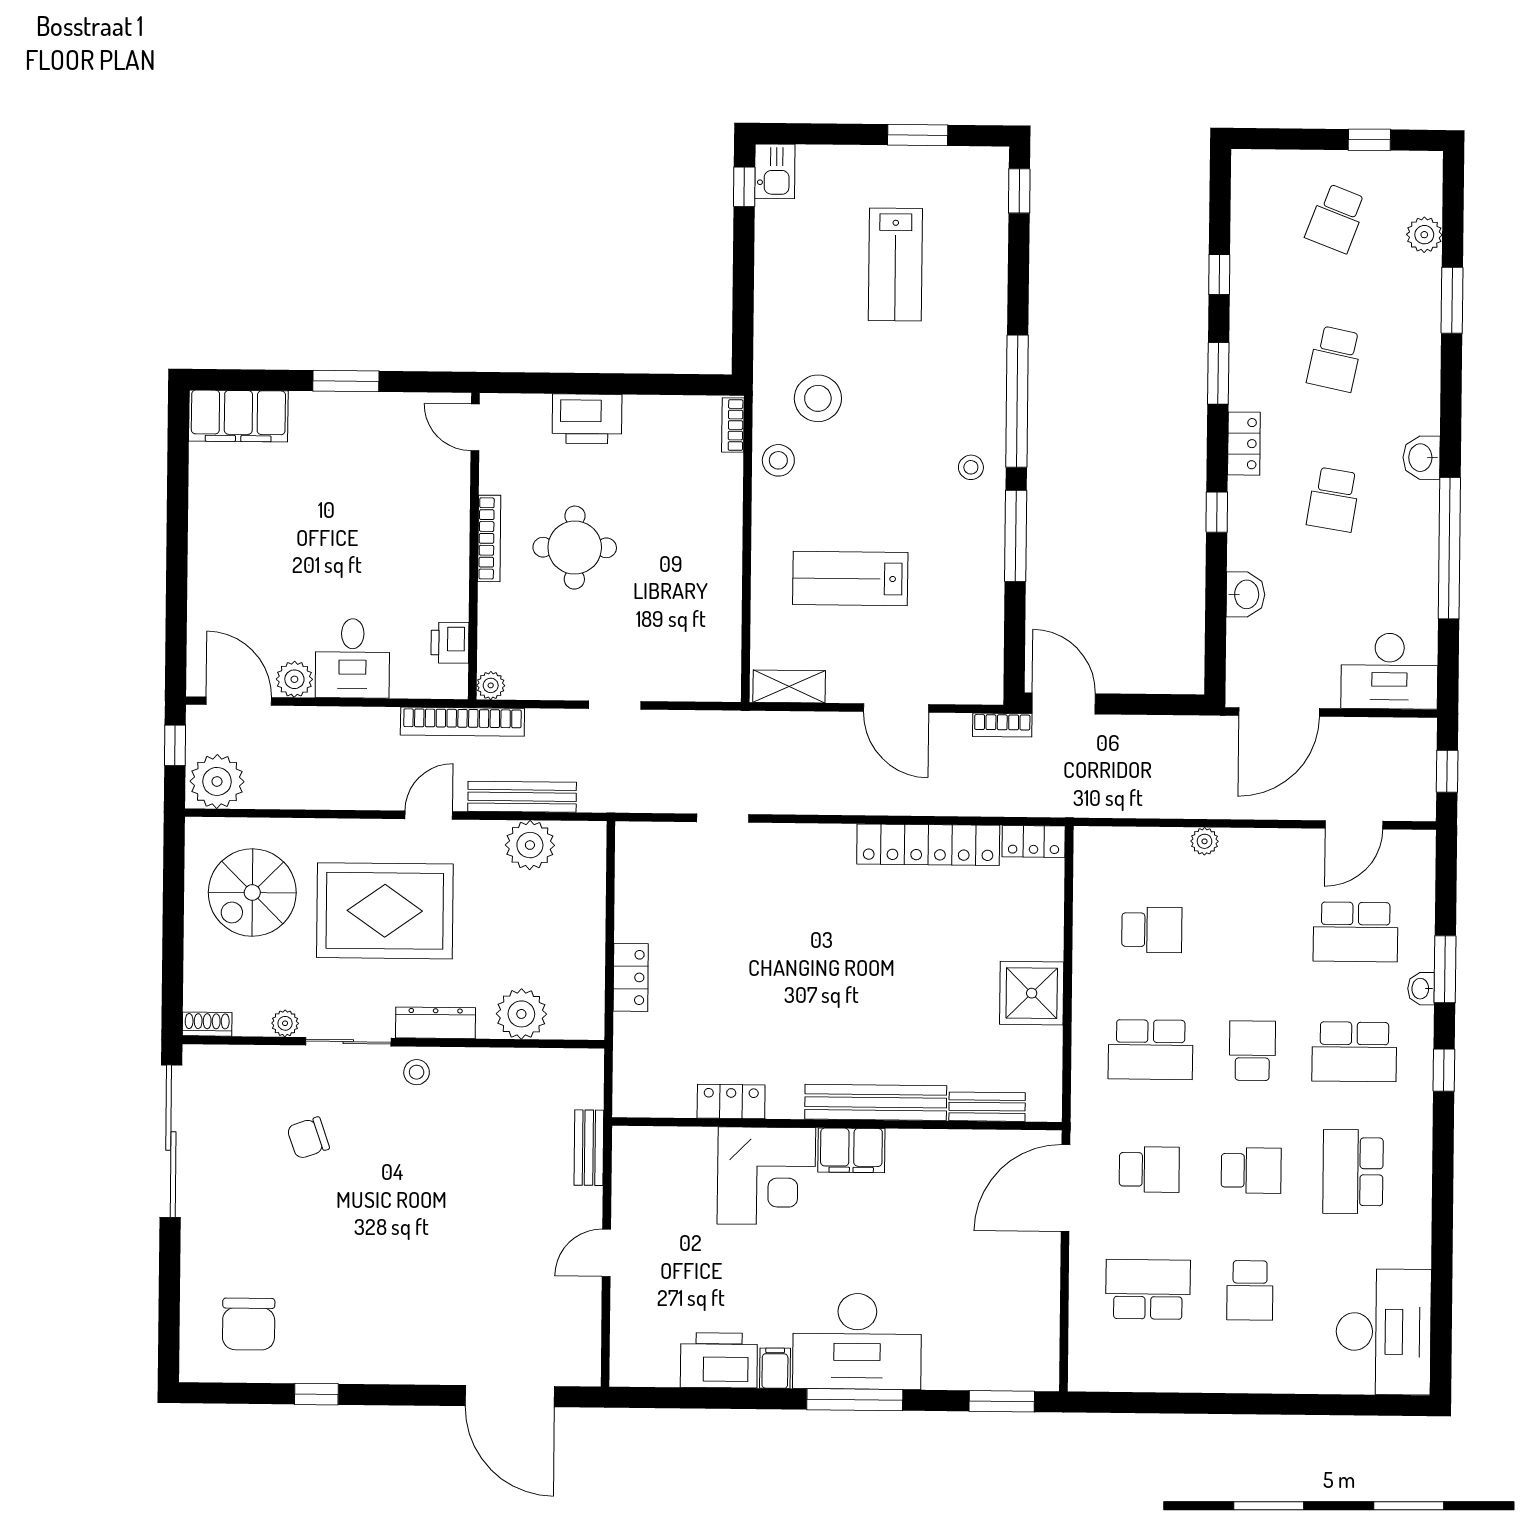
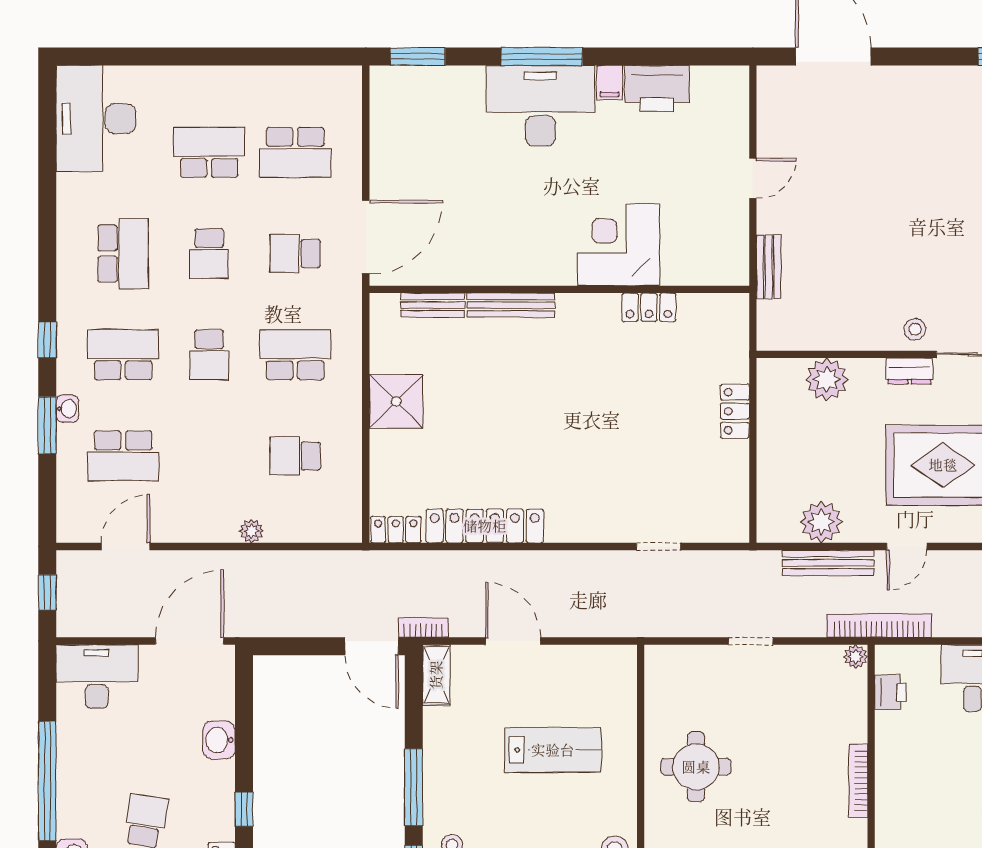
round table: (575, 548) -> (696, 767), moved
shelving: (789, 686) -> (436, 675), moved, turned 90
school desk: (1356, 932) -> (123, 456), turned 180
dresser: (435, 1023) -> (909, 371), width x0.70
bench: (876, 1102) -> (511, 305), width x0.73, depth x0.82
filing cabinet: (851, 1150) -> (547, 267), removed
school desk: (1251, 1171) -> (209, 254), turned -90
school desk: (1250, 1290) -> (209, 152), width x1.85

